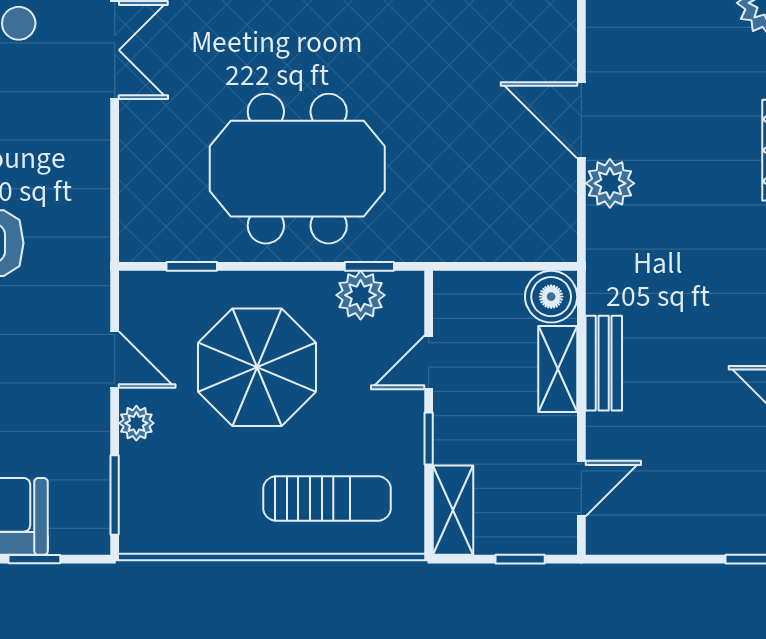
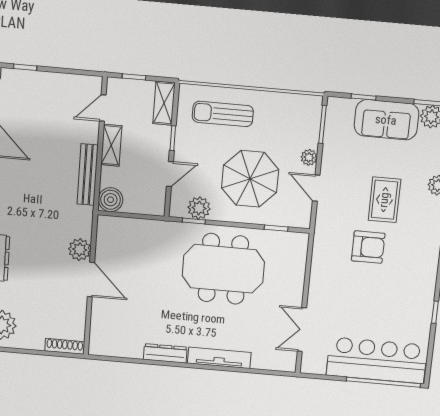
bench: (604, 363) -> (88, 175), width x1.36
shelving: (558, 369) -> (111, 145), moved

